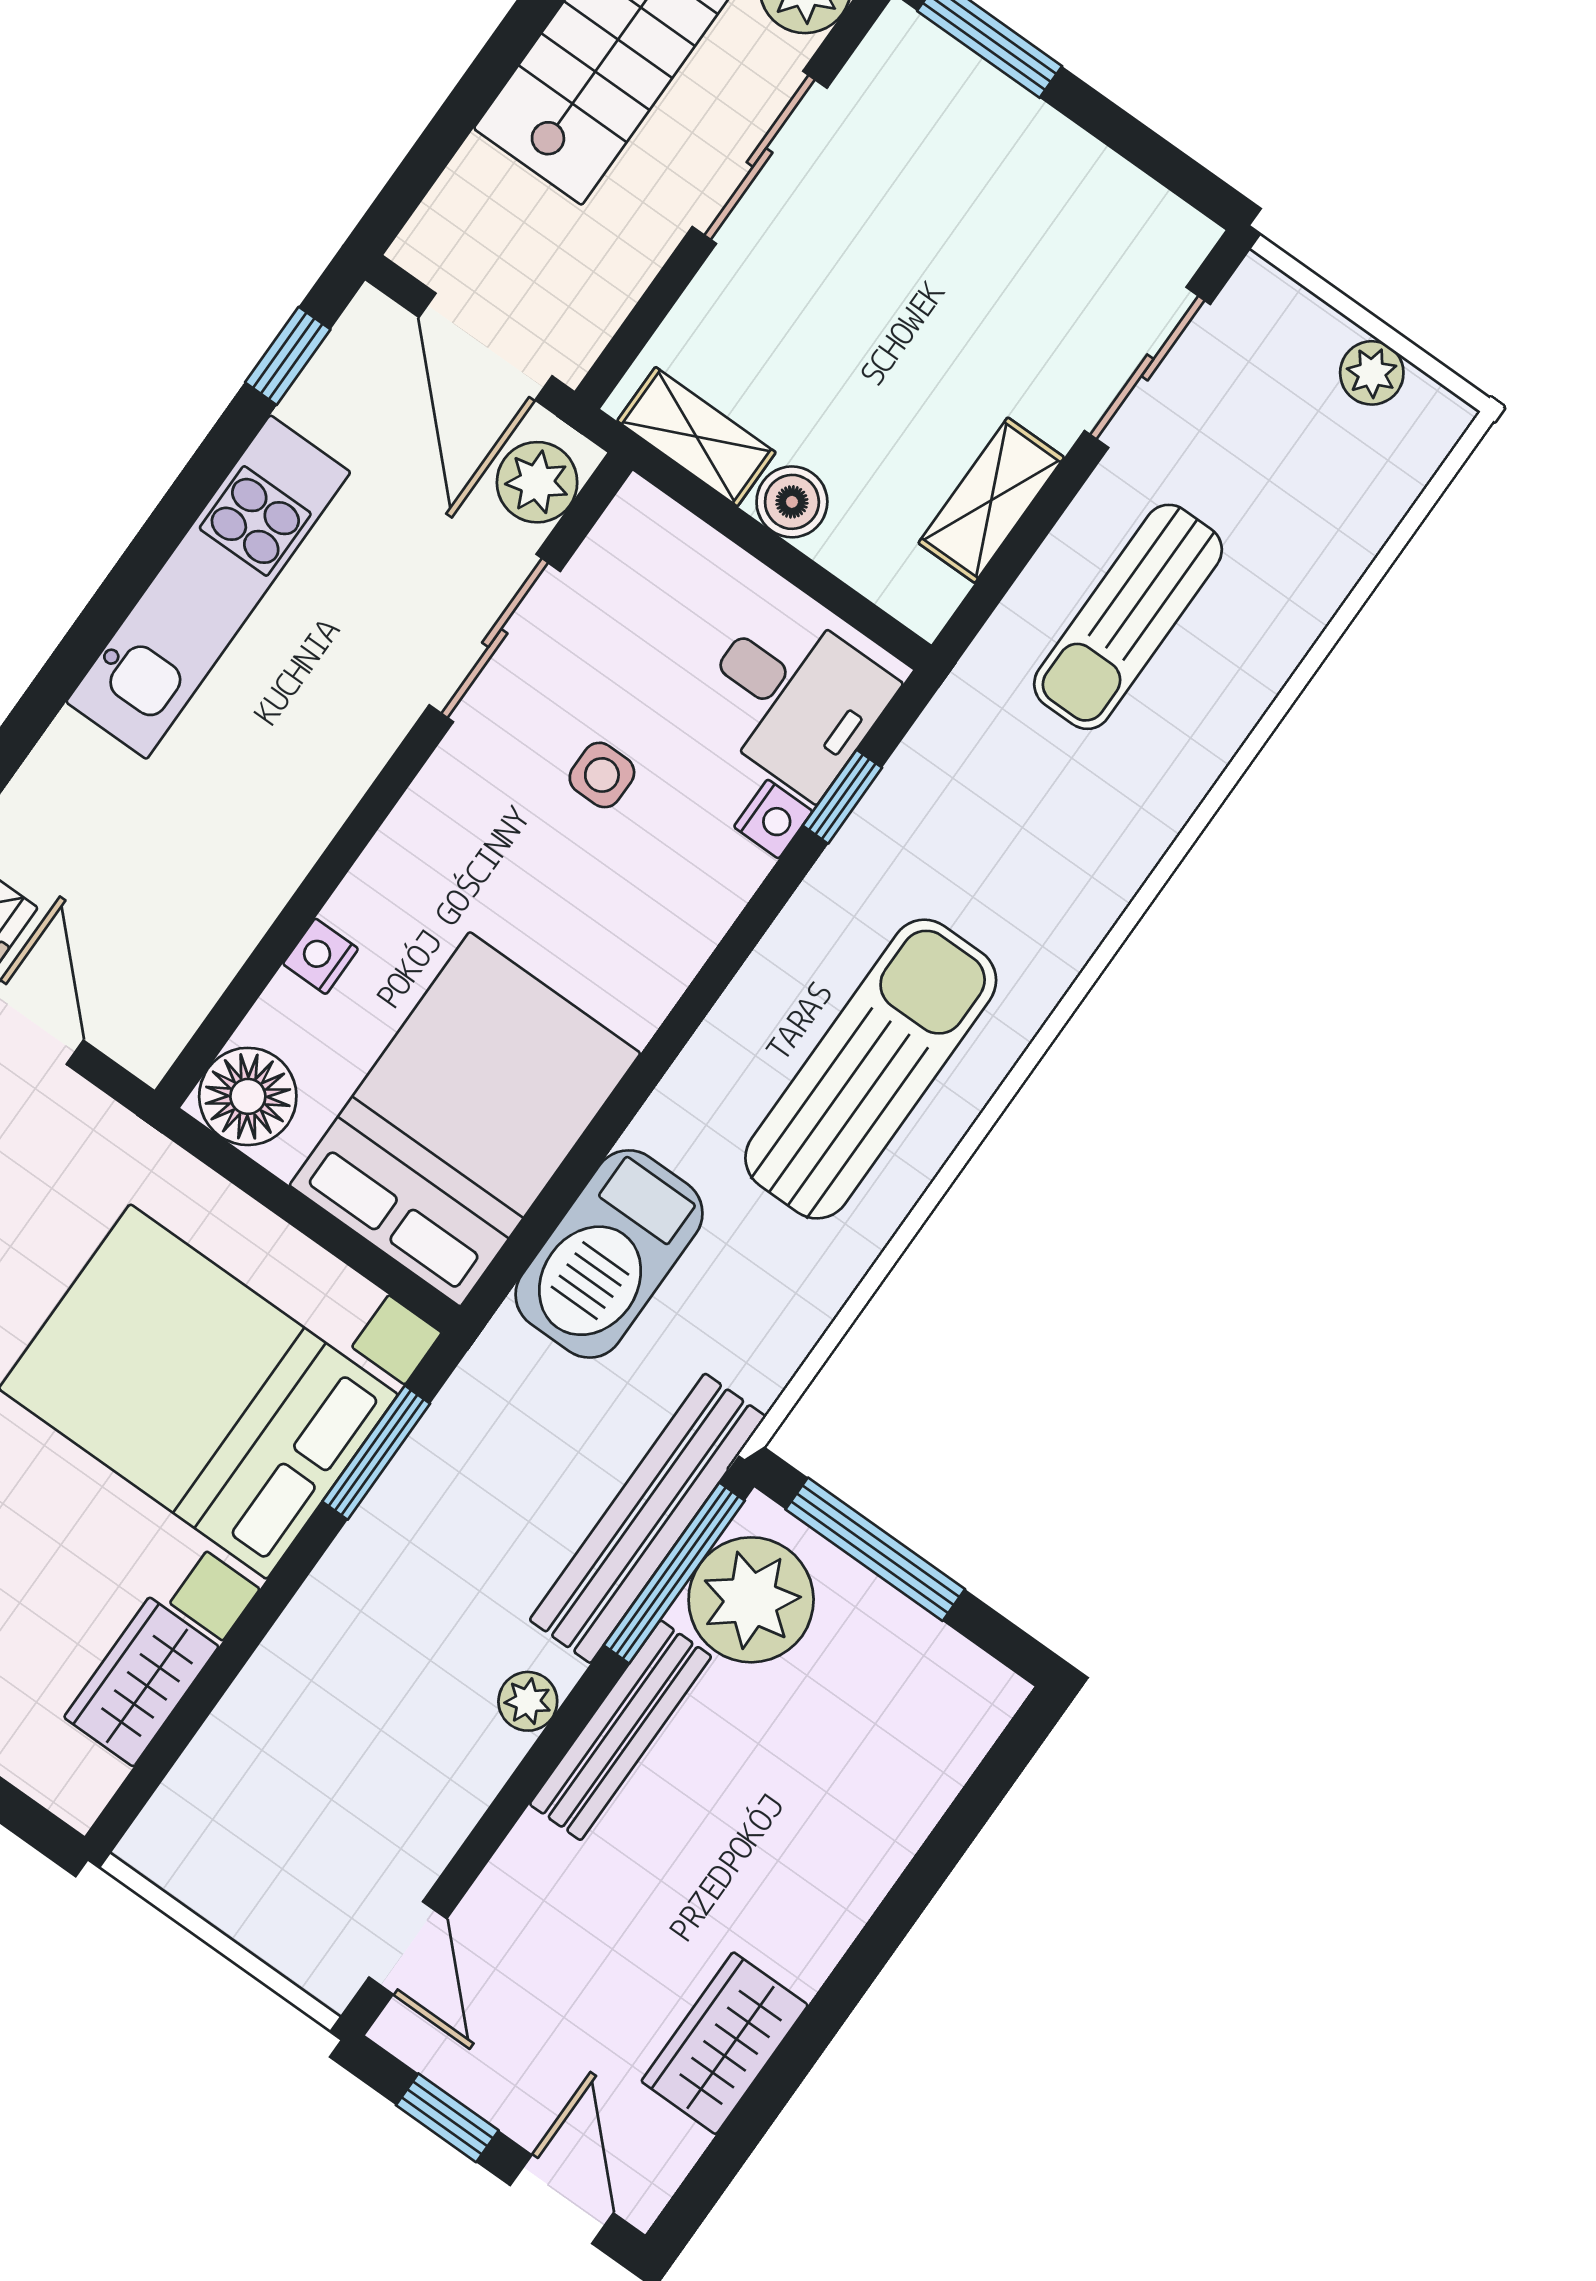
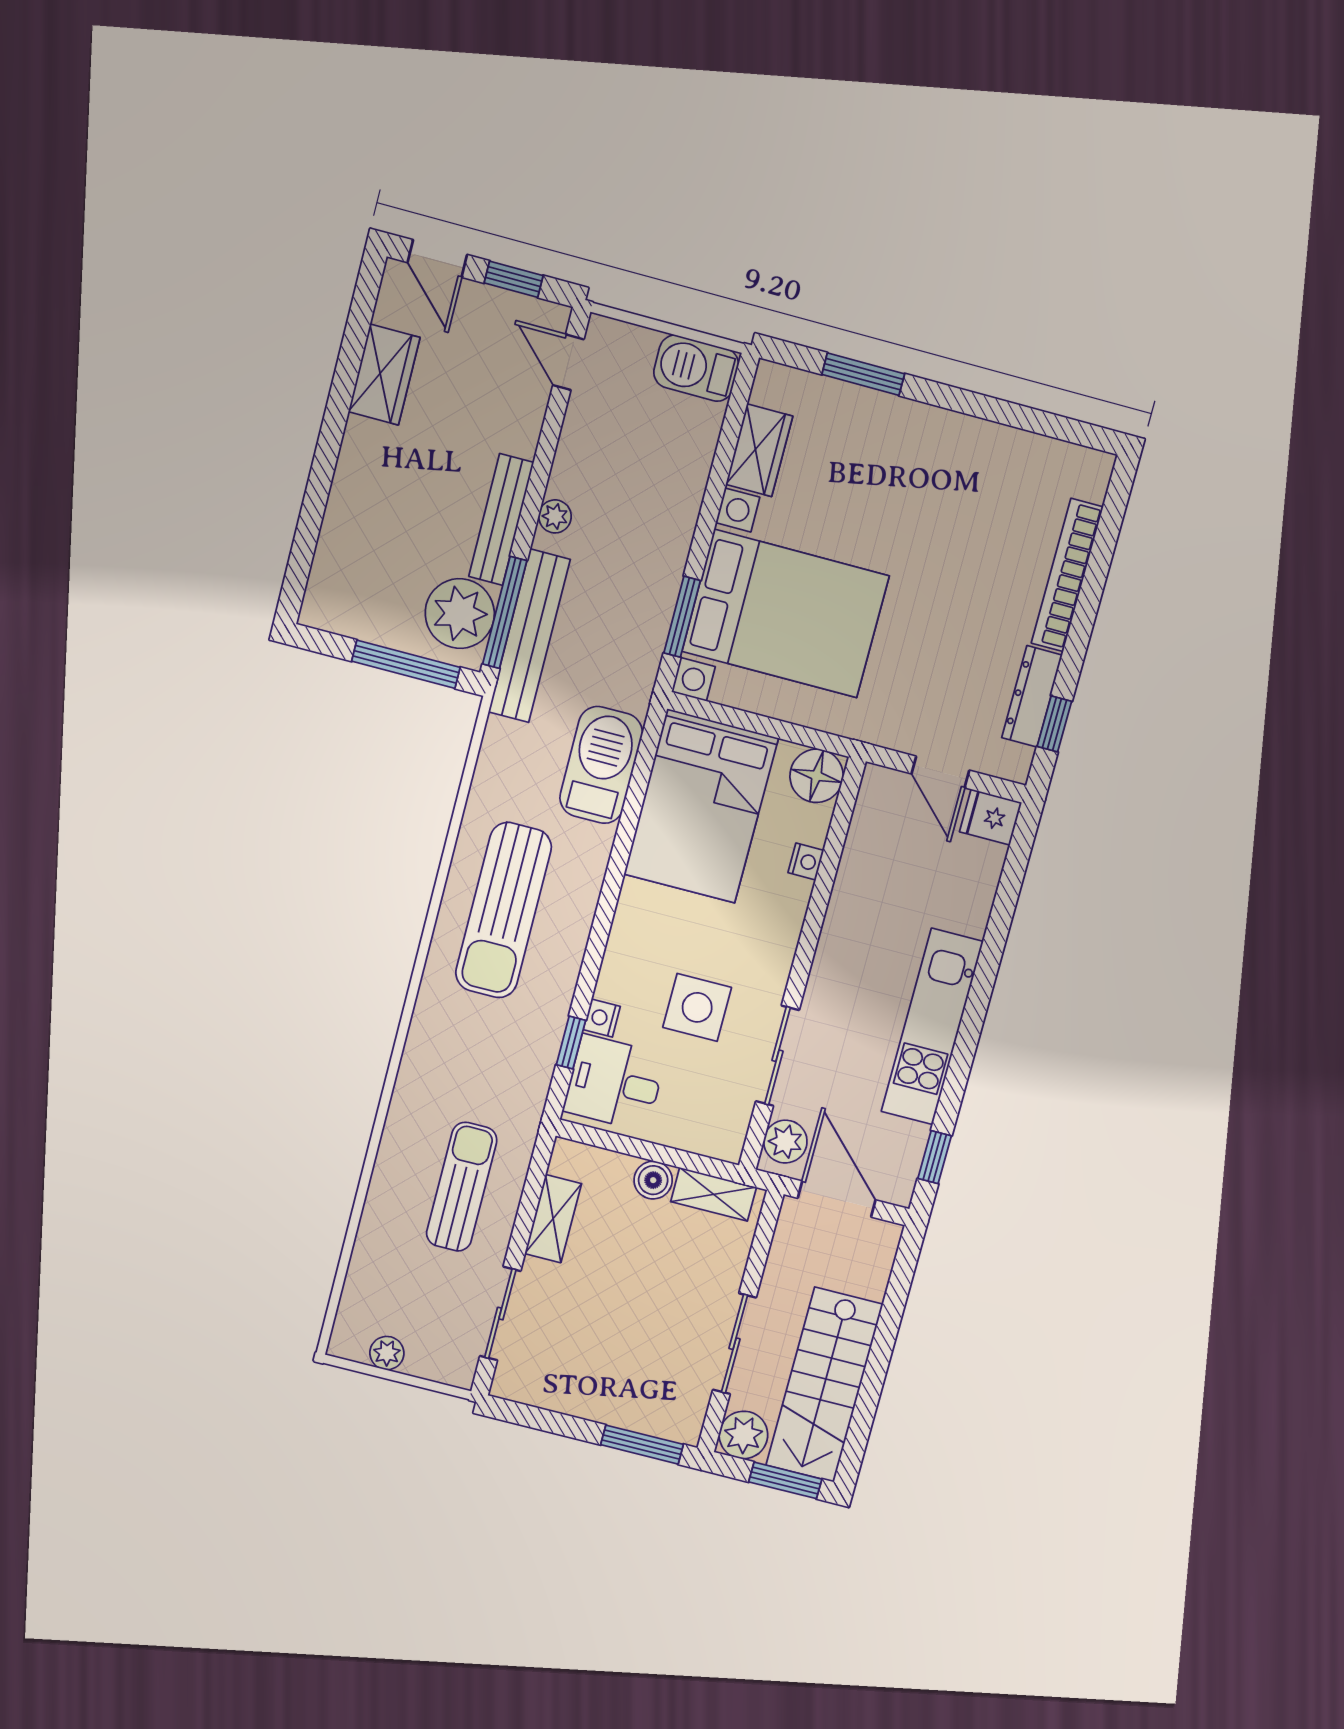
side table: (602, 775) -> (697, 1007), width x1.87, depth x1.87
barbecue: (197, 1858) -> (696, 368), added

